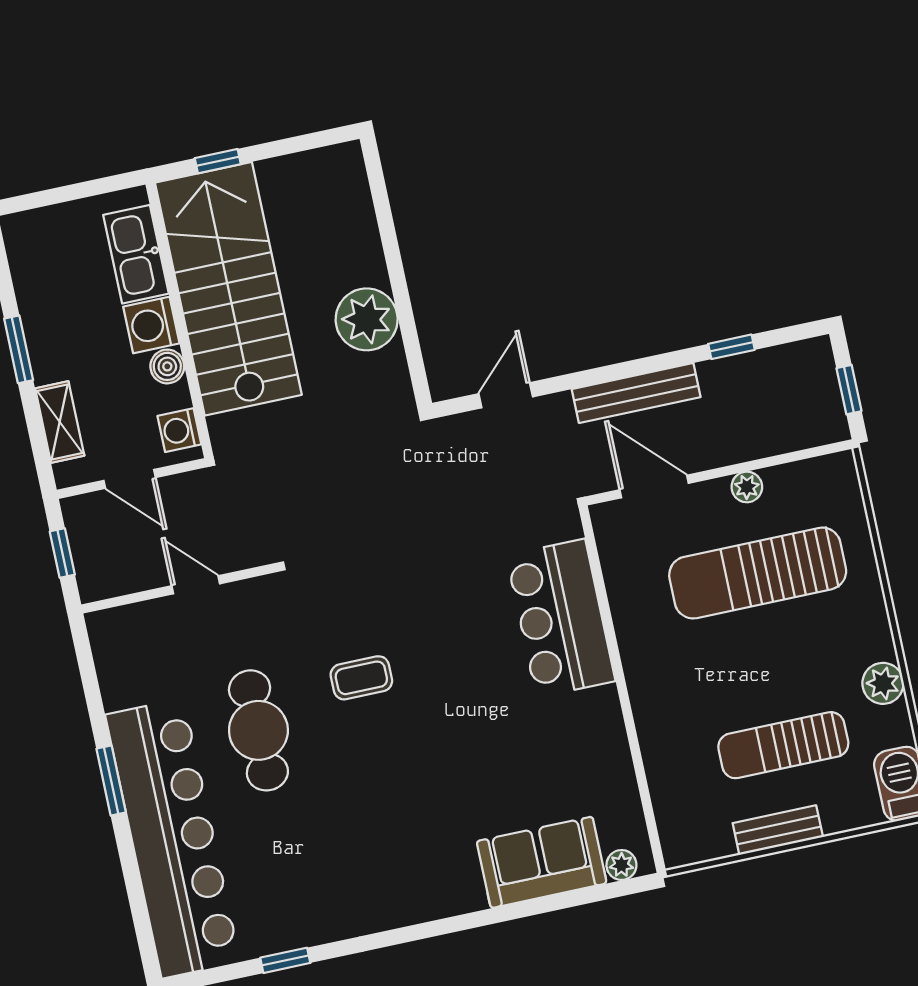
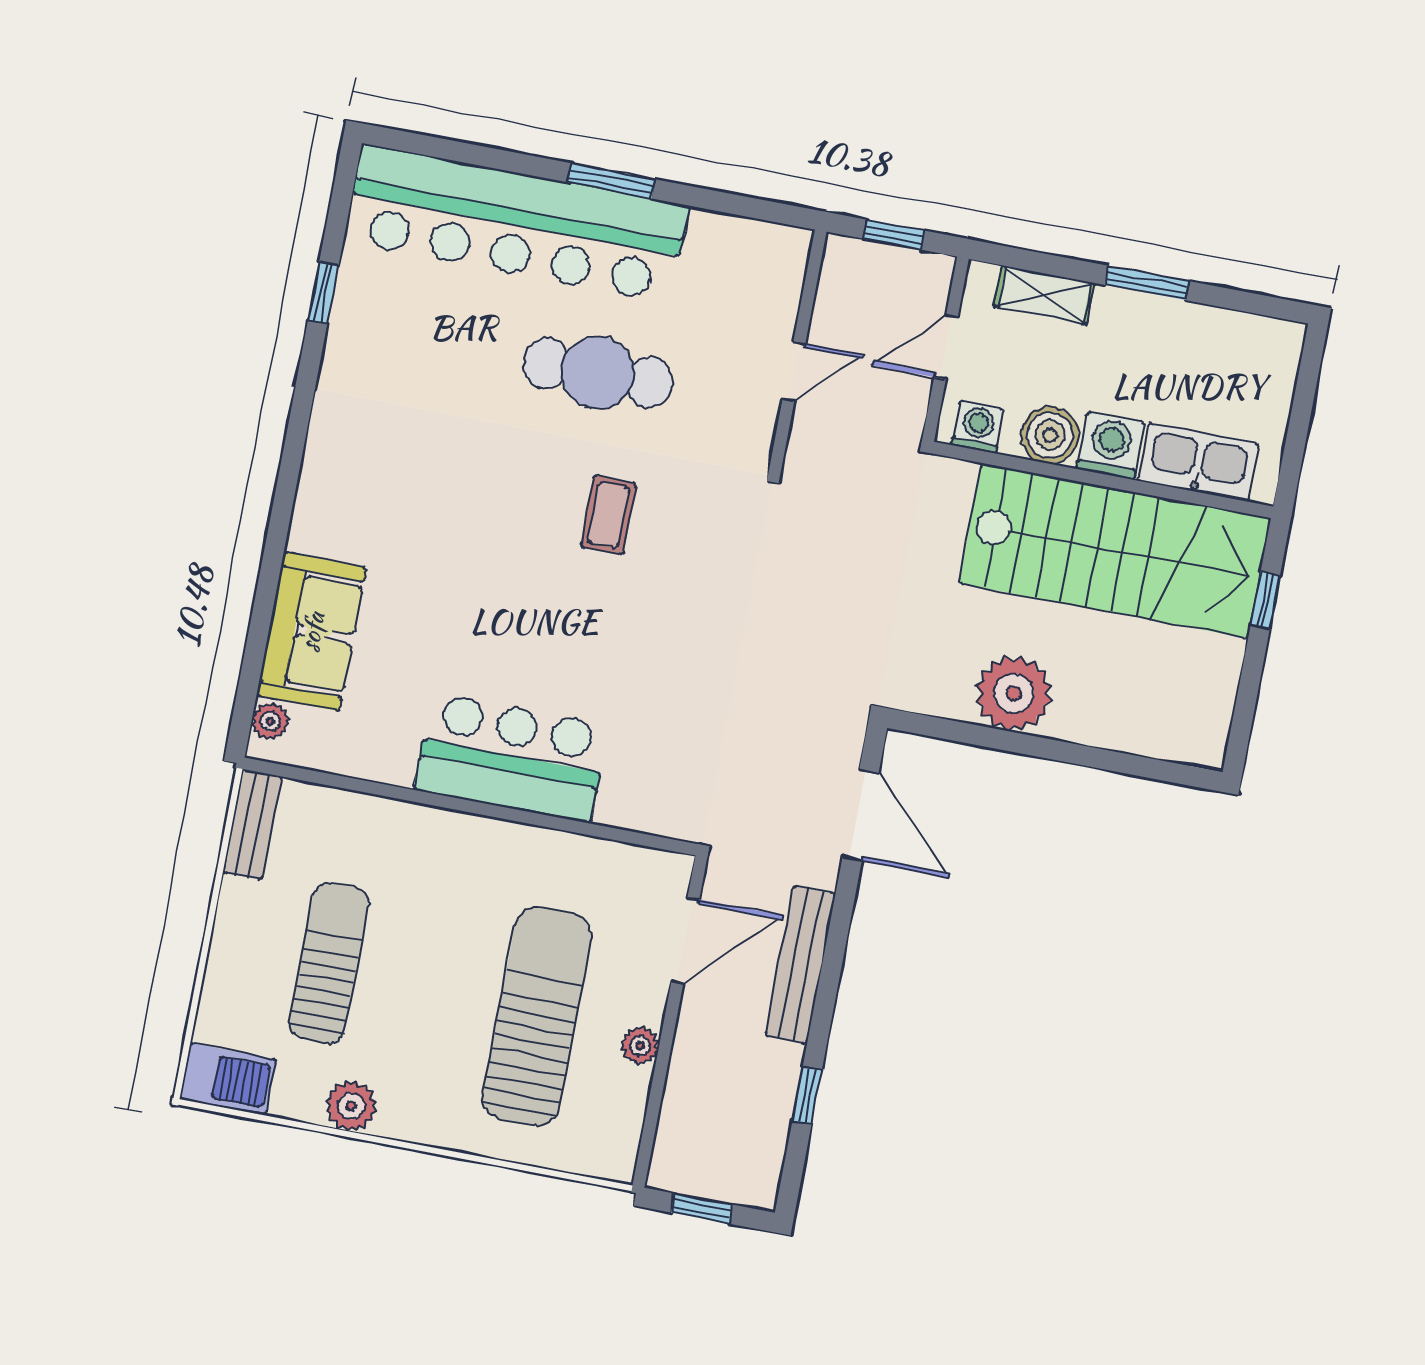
boiler: (167, 366) -> (1050, 435), width x1.36, depth x1.36
door: (506, 395) -> (861, 815), width x1.38
bar counter: (561, 618) -> (511, 757), moved
bench: (778, 830) -> (252, 825), moved

